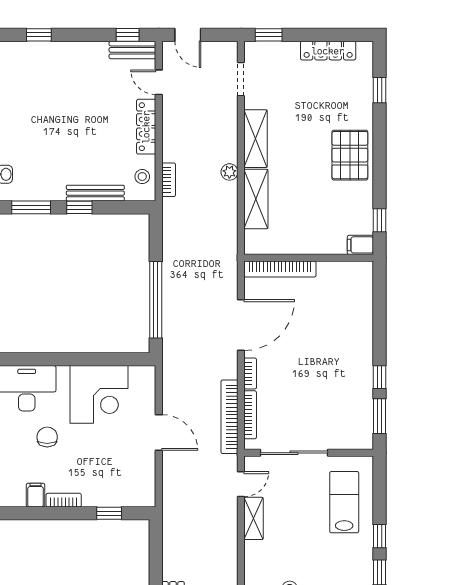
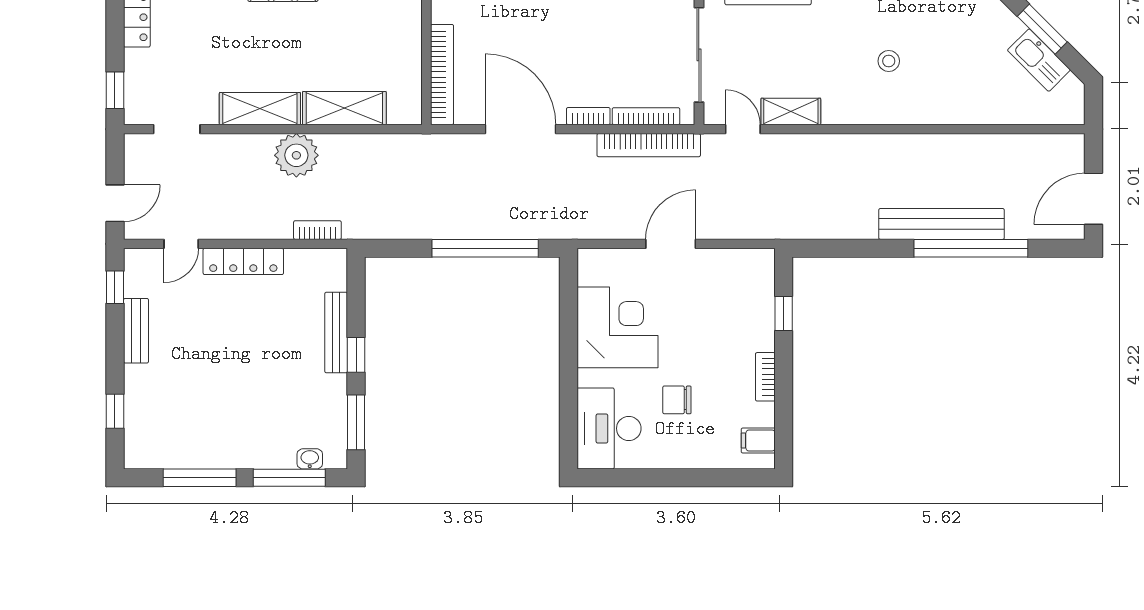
bench: (132, 50) -> (136, 331), moved
plant: (229, 172) -> (296, 155), width x1.88, depth x1.88
stool: (142, 177) -> (313, 267), removed
filing cabinet: (36, 495) -> (758, 441), moved

